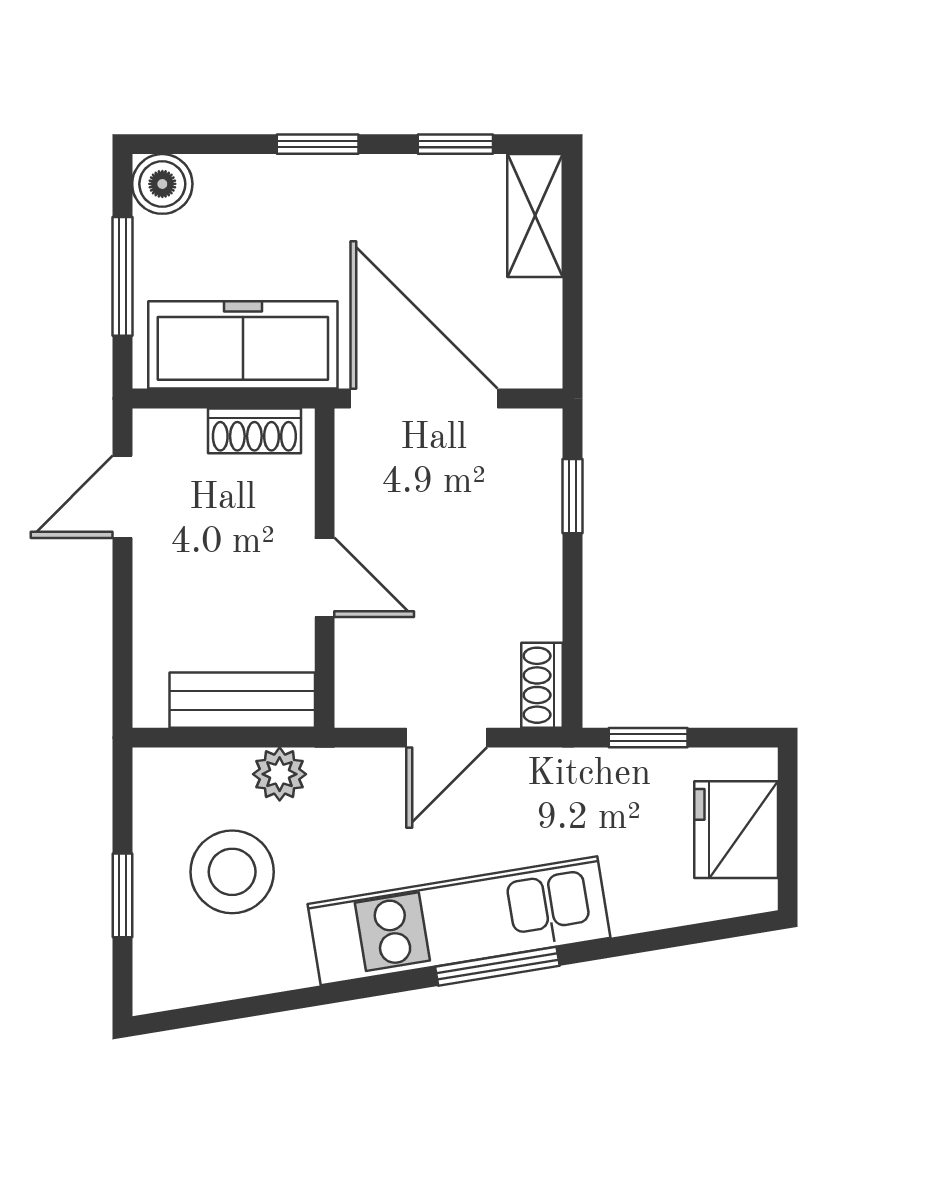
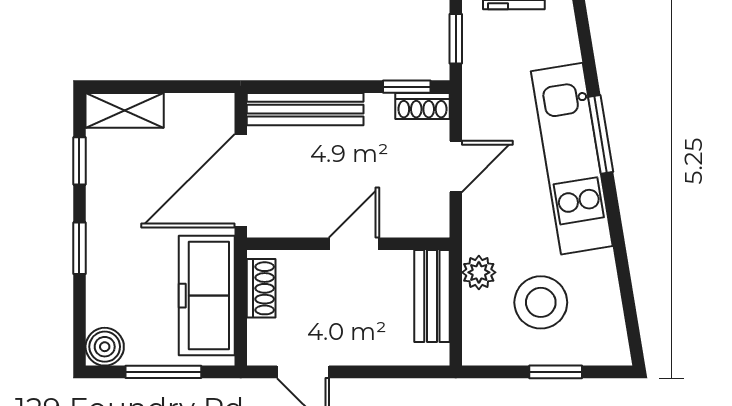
window: (572, 496) -> (407, 87), moved
bench: (537, 500) -> (305, 109), added
door: (447, 738) -> (456, 167), hinge flipped

